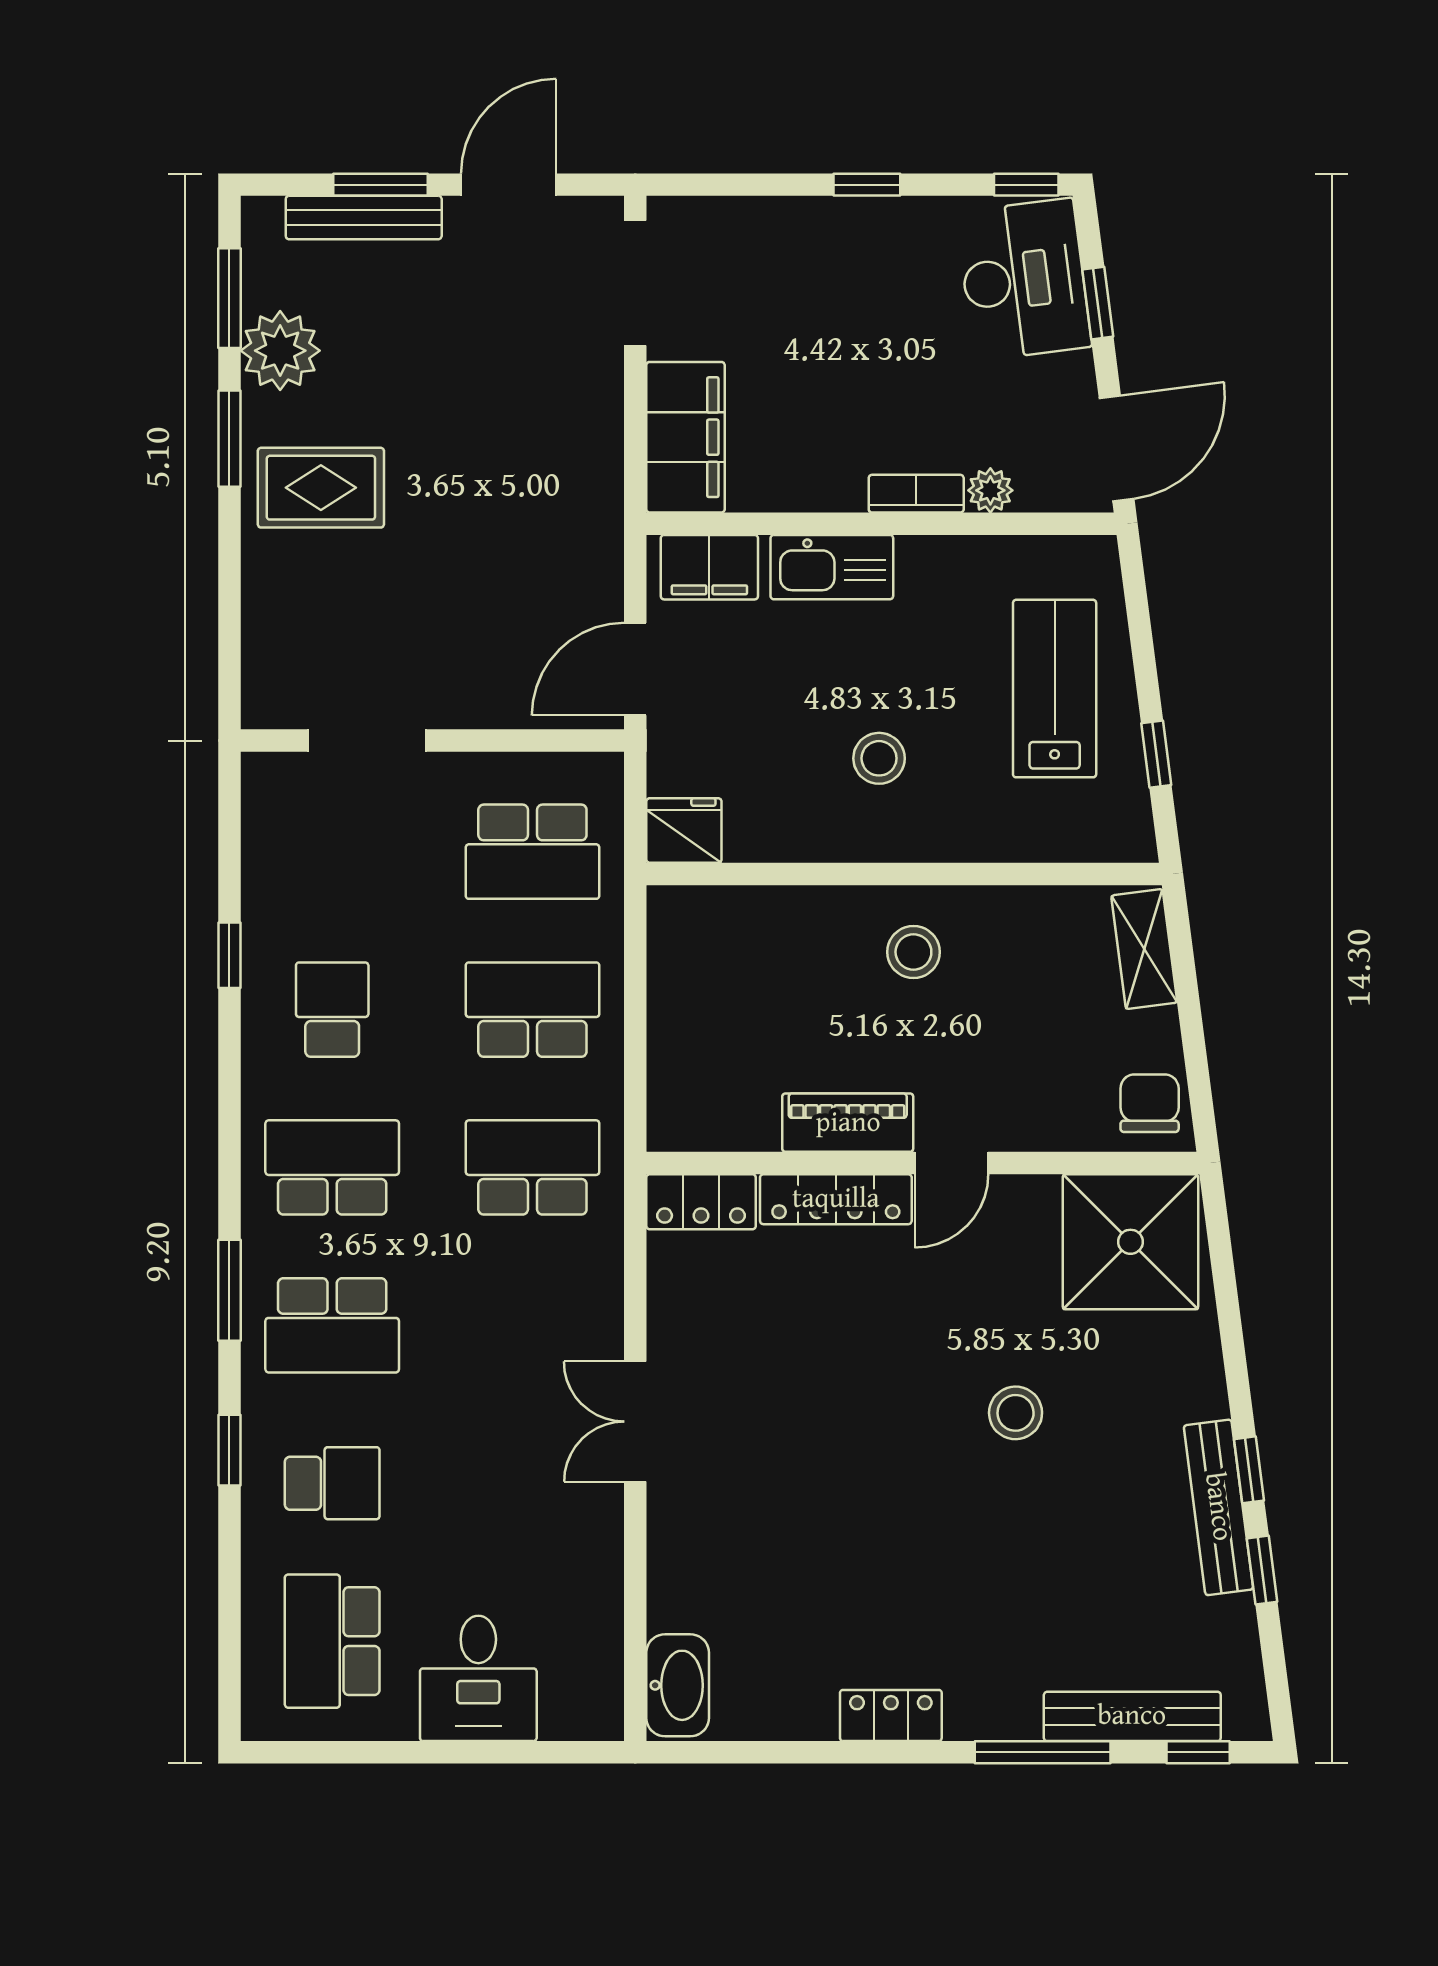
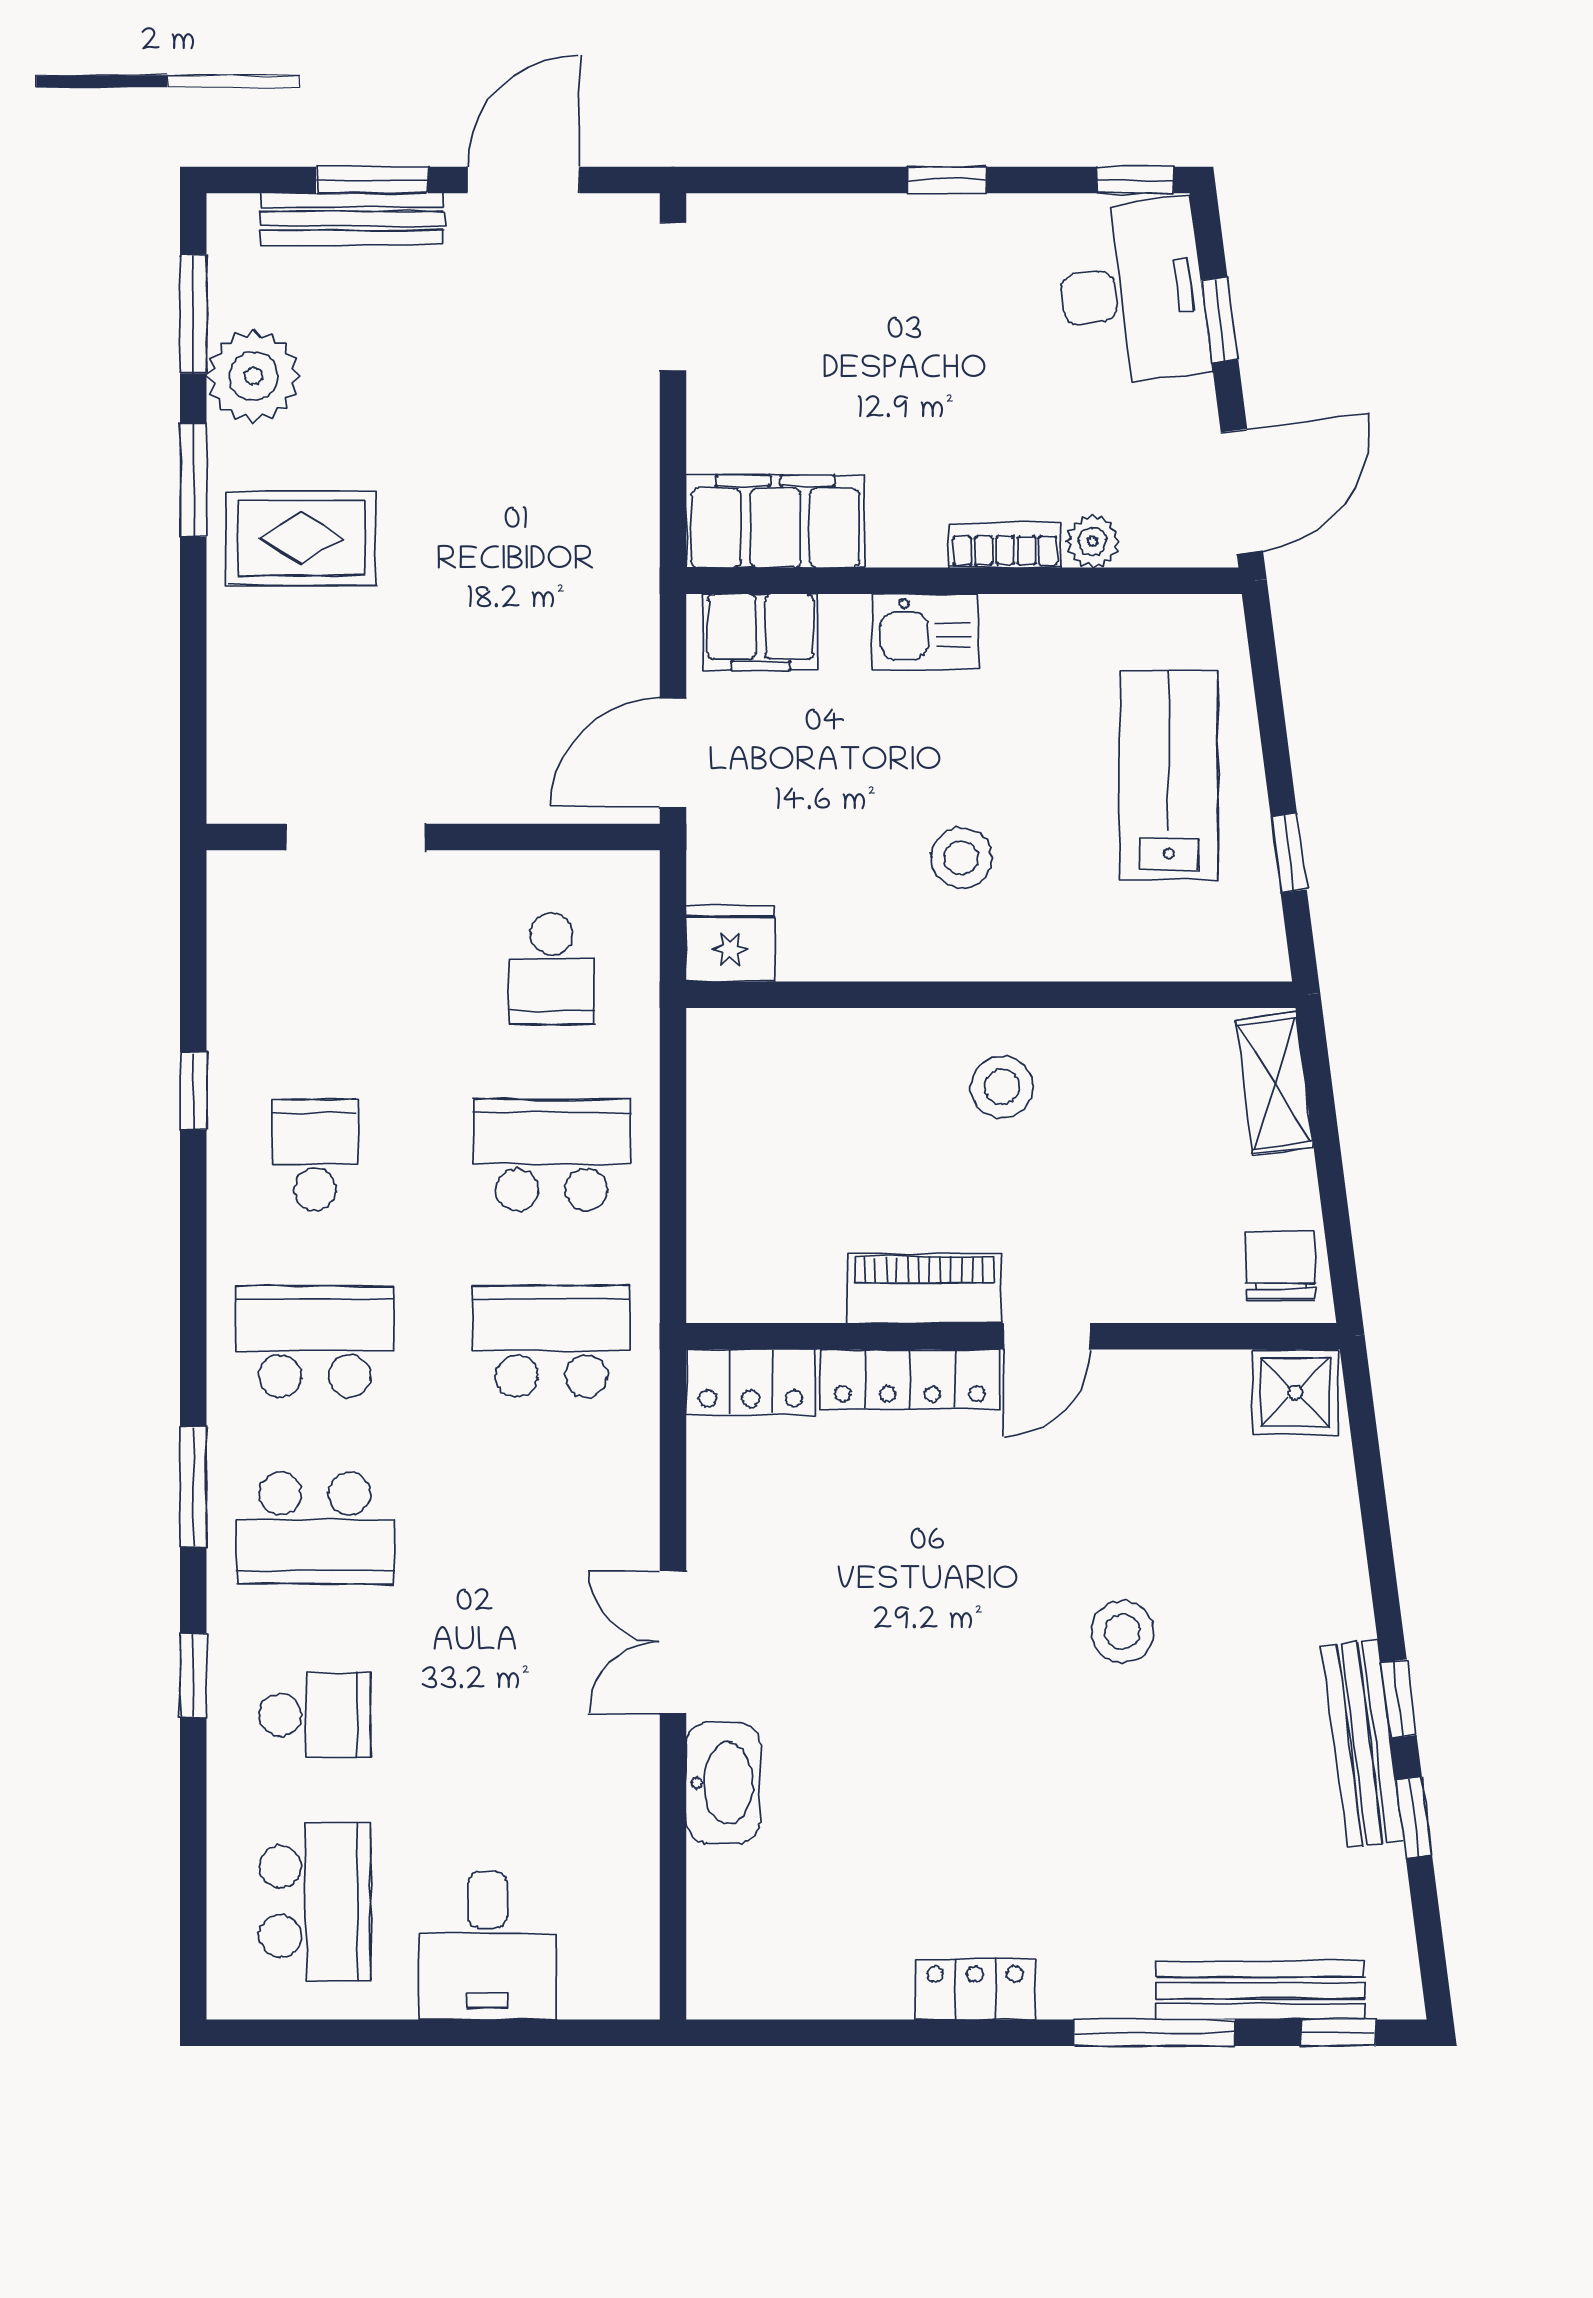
filing cabinet: (685, 437) -> (775, 521), moved, turned -90
kitchen sink: (832, 567) -> (925, 632), width x0.73
school desk: (532, 852) -> (552, 968), width x0.54
shower: (1130, 1242) -> (1295, 1392), width x0.54, depth x0.54
school desk: (332, 1641) -> (315, 1901), turned 180
washbasin: (678, 1685) -> (723, 1783), moved

